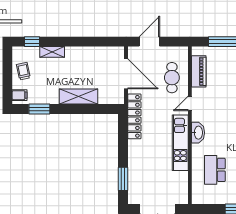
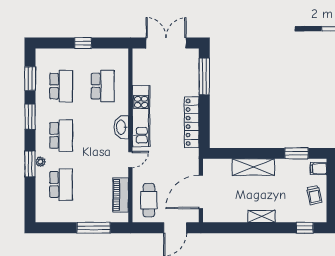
shelving: (52, 52) -> (262, 216), moved
door: (126, 74) -> (201, 192), hinge flipped
cafe table: (172, 78) -> (149, 200), moved
locker: (134, 116) -> (192, 122), moved
window: (123, 179) -> (204, 76), width x1.44

